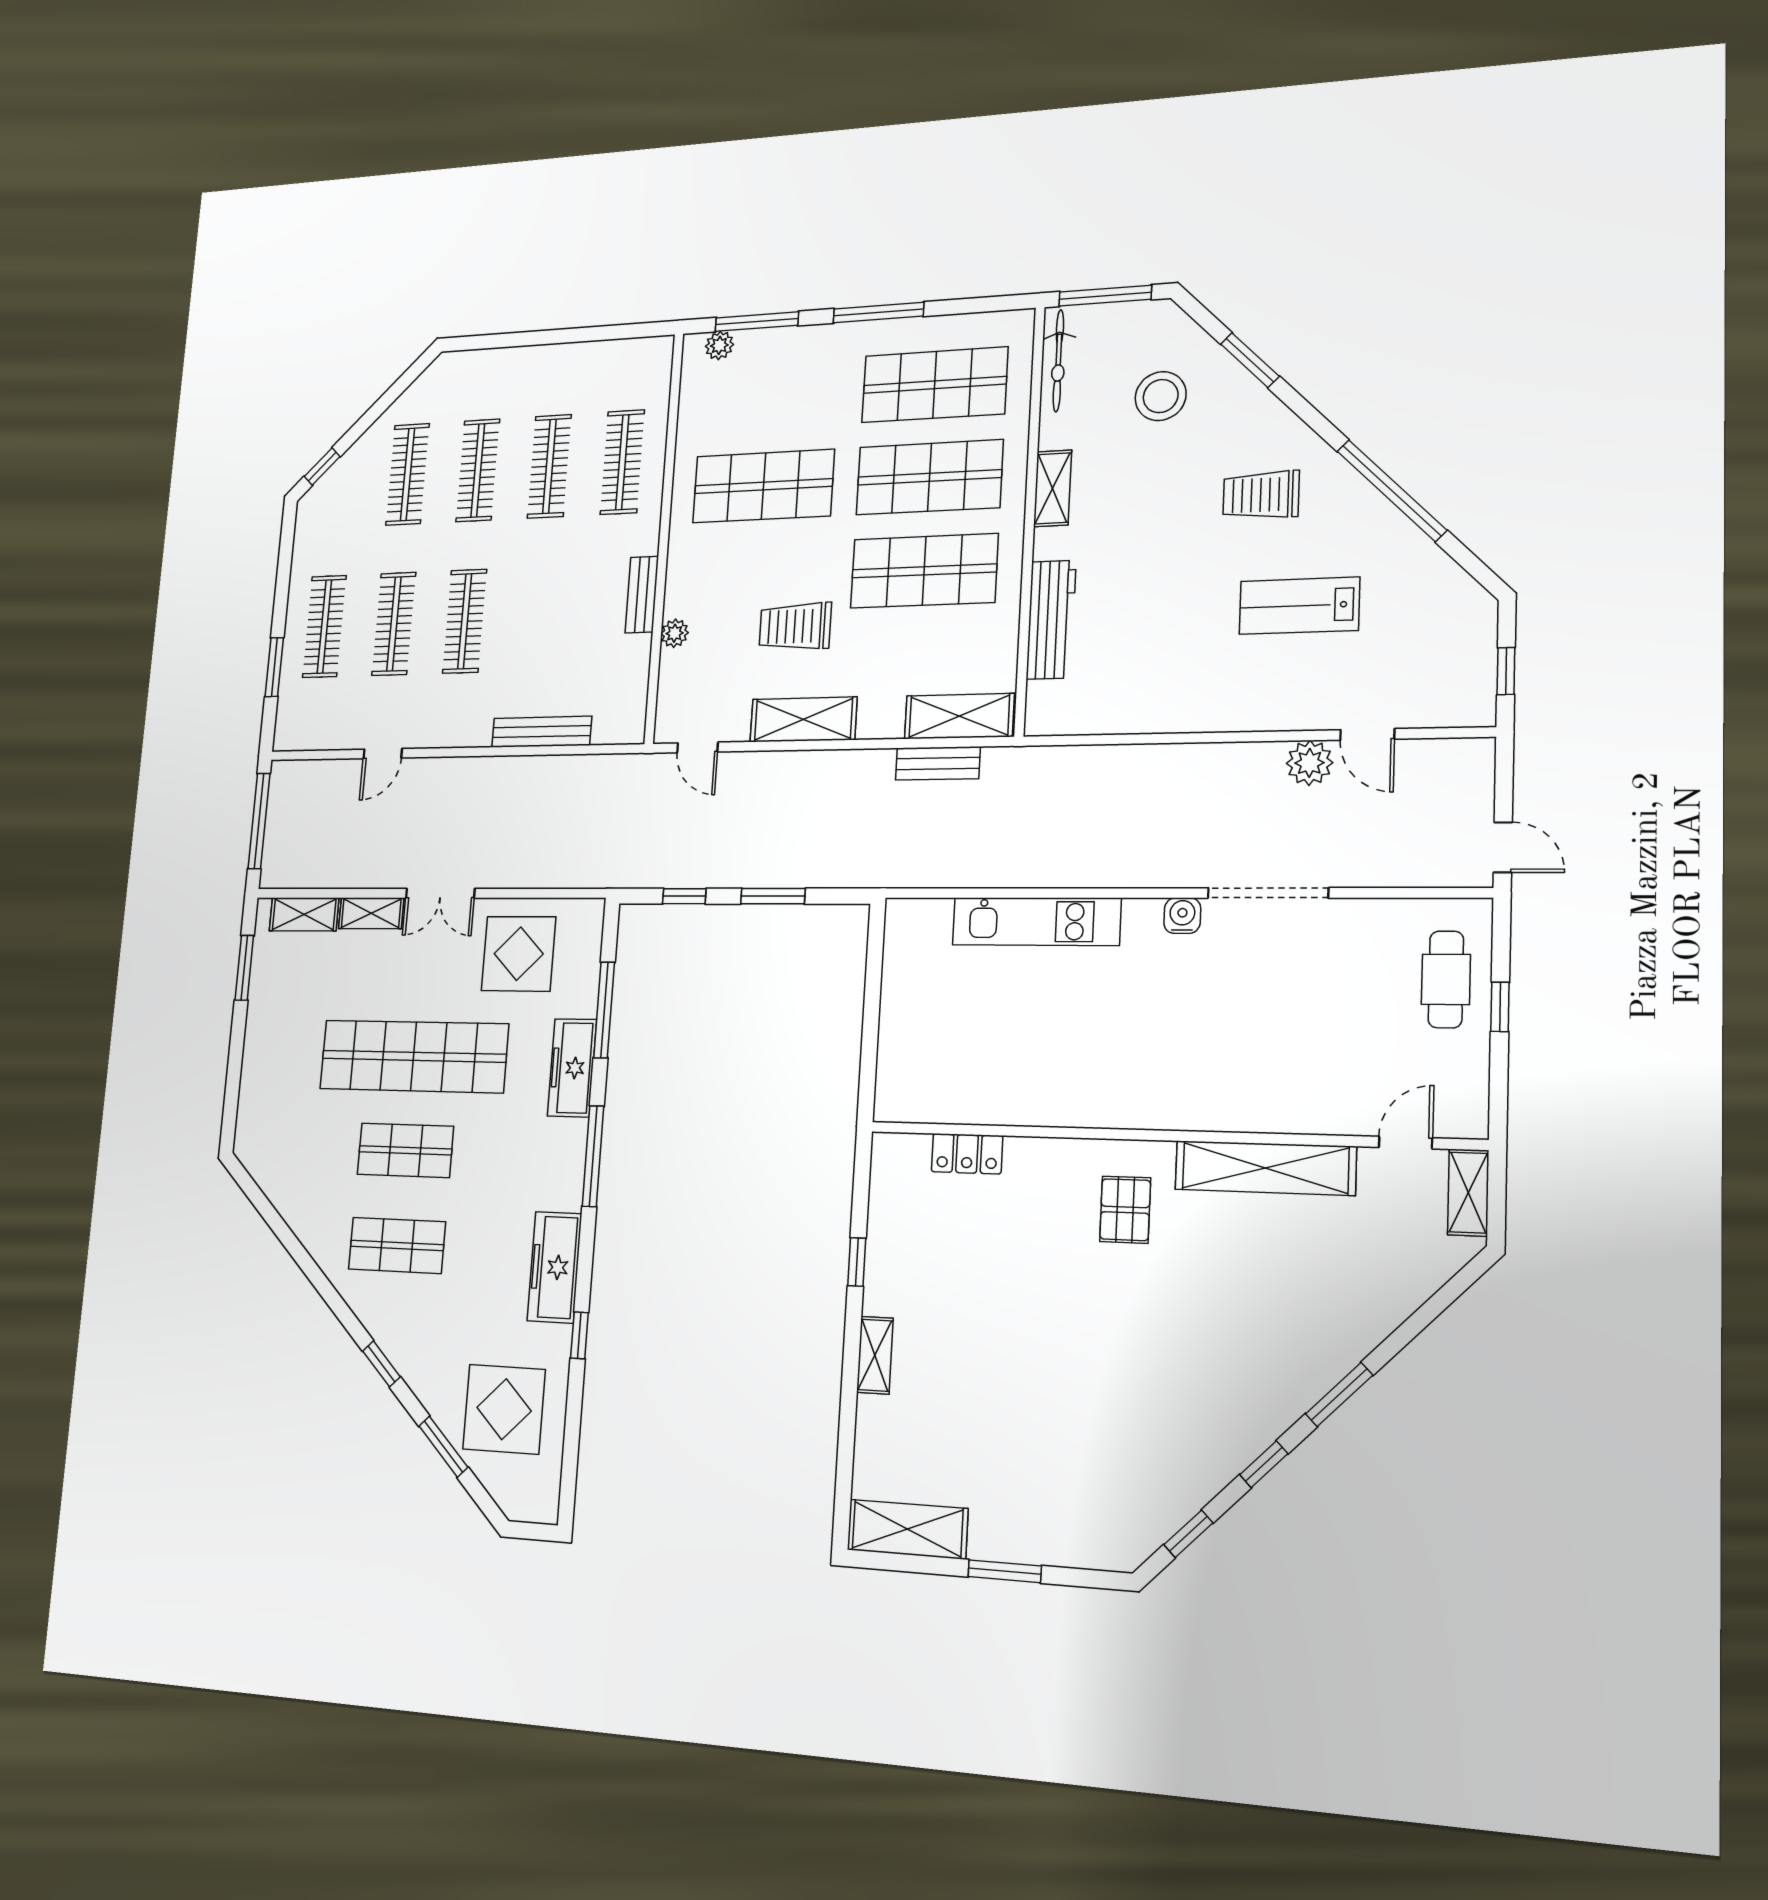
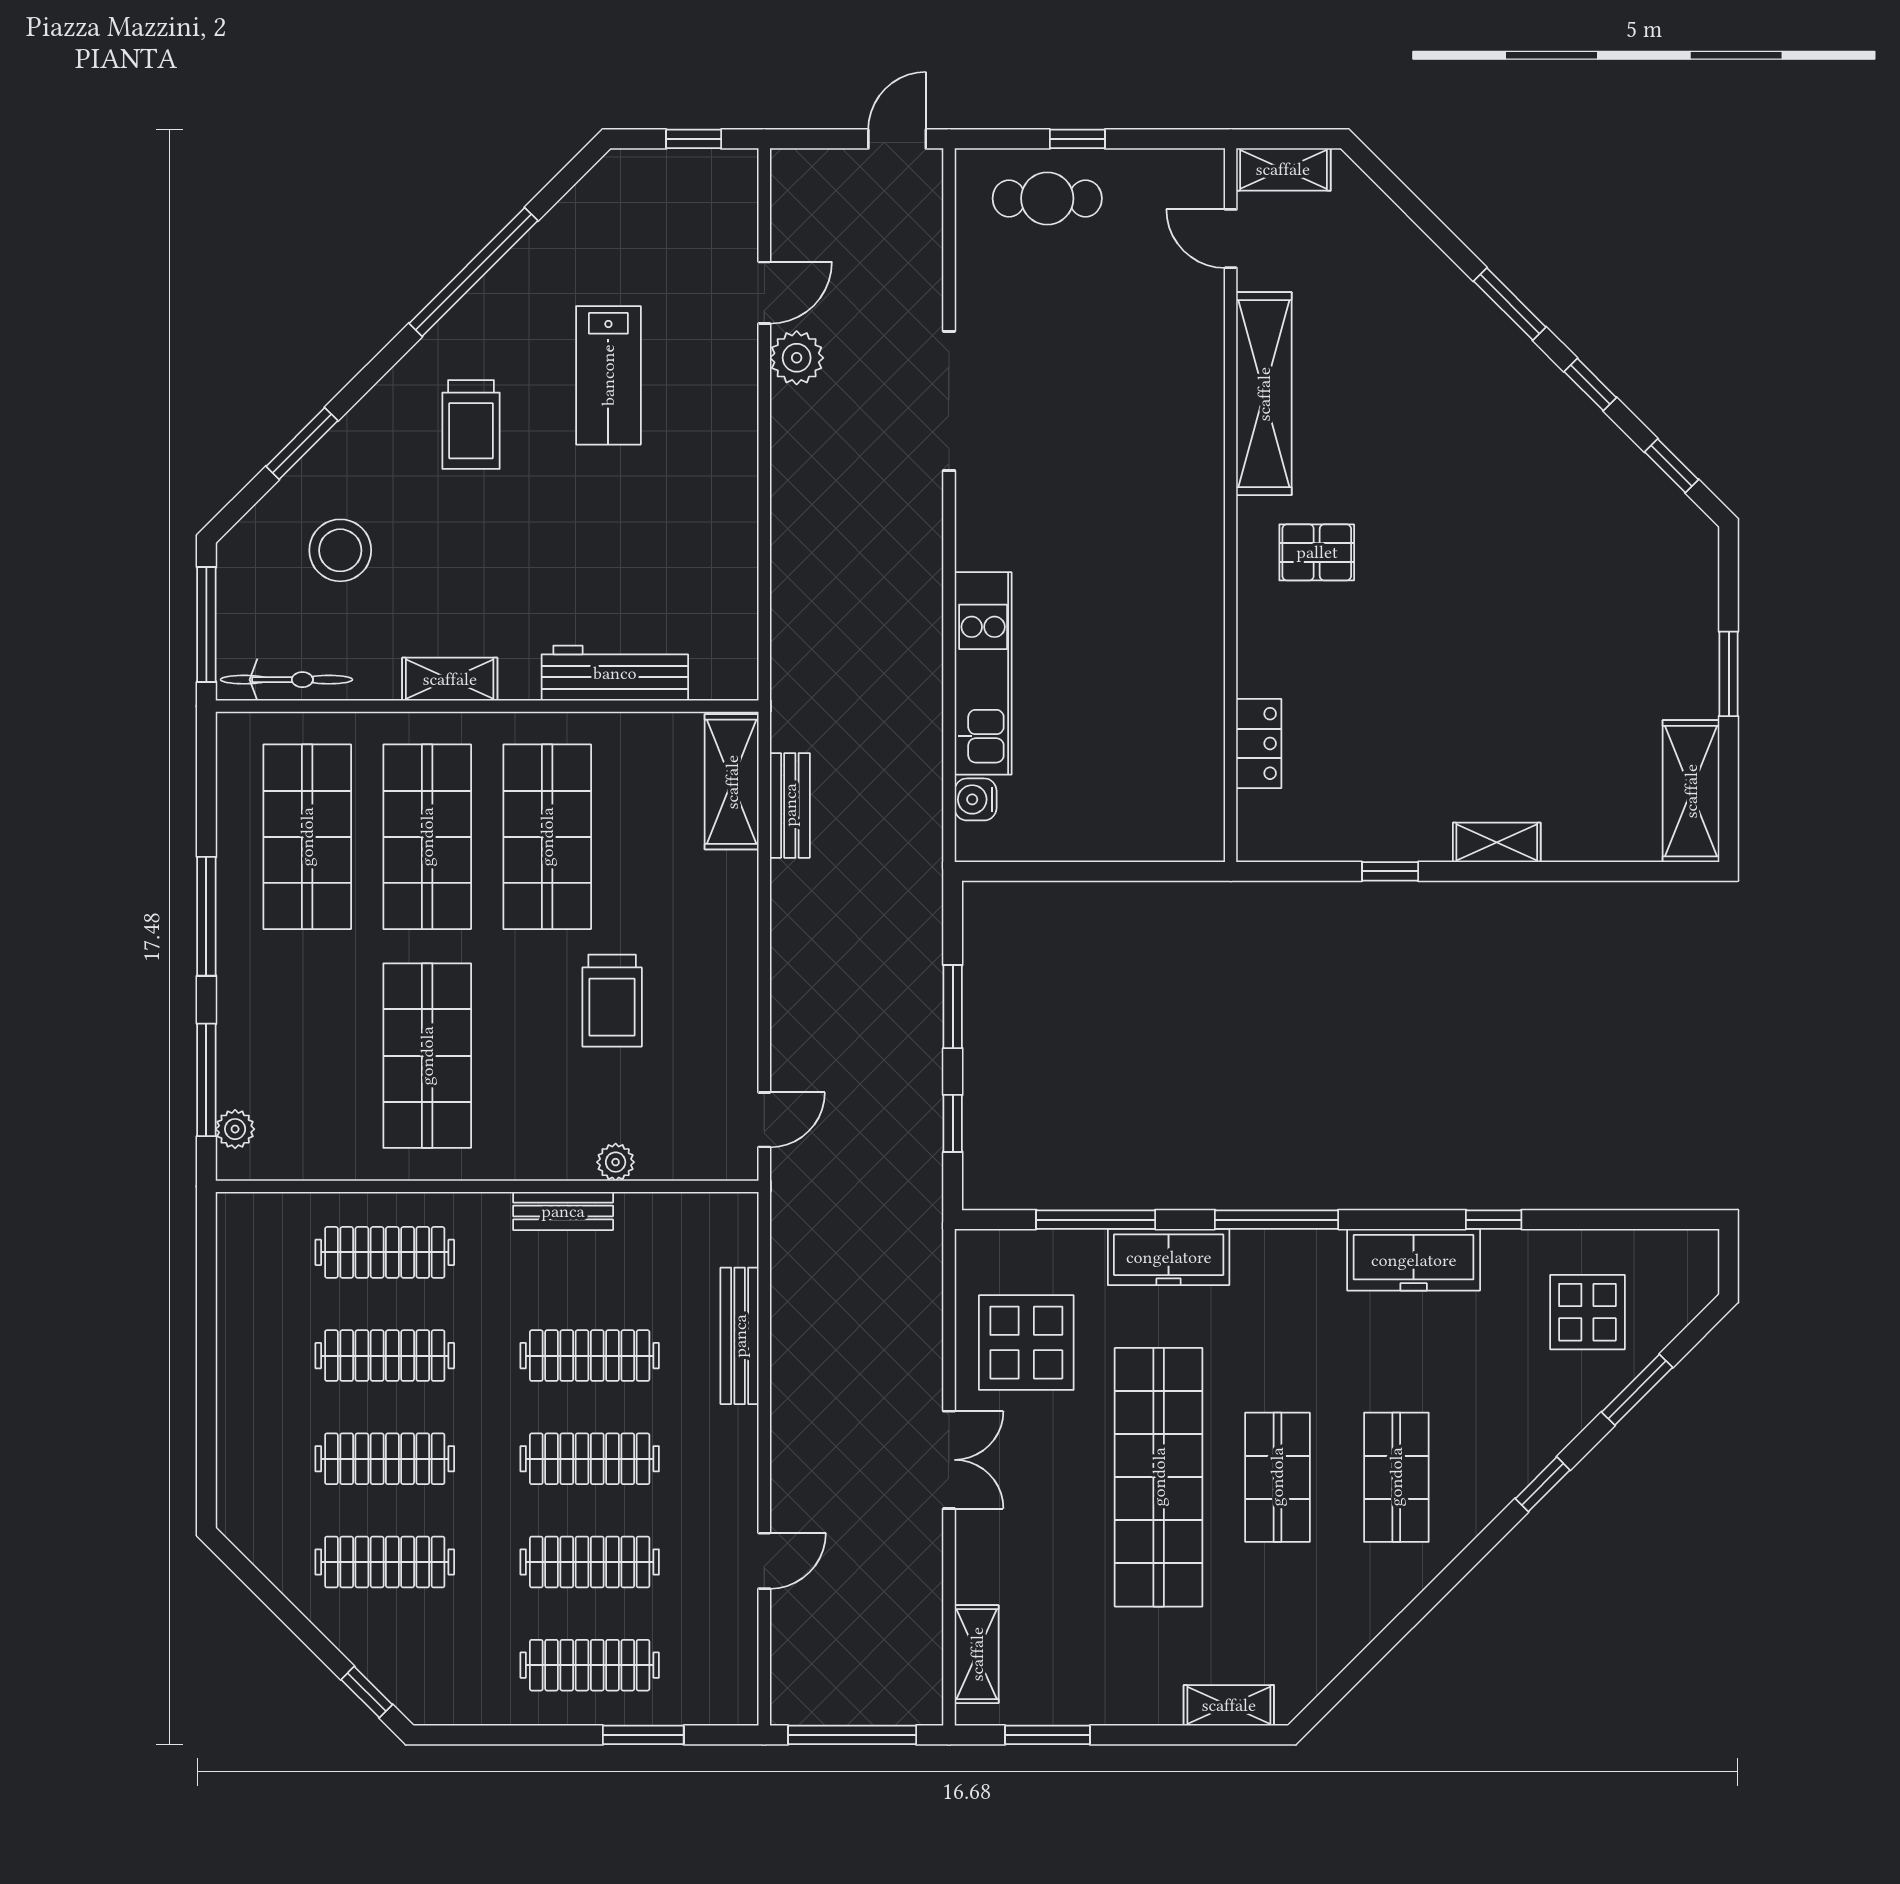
clothes rail: (537, 619) -> (590, 1356), added
shelving: (803, 719) -> (731, 982), removed
door: (383, 754) -> (764, 1561), hinge flipped
shelving: (371, 913) -> (1229, 1705), moved, turned 90
water cooler: (1182, 916) -> (976, 799), moved
display table: (504, 1409) -> (1587, 1312), width x0.73, depth x0.73

